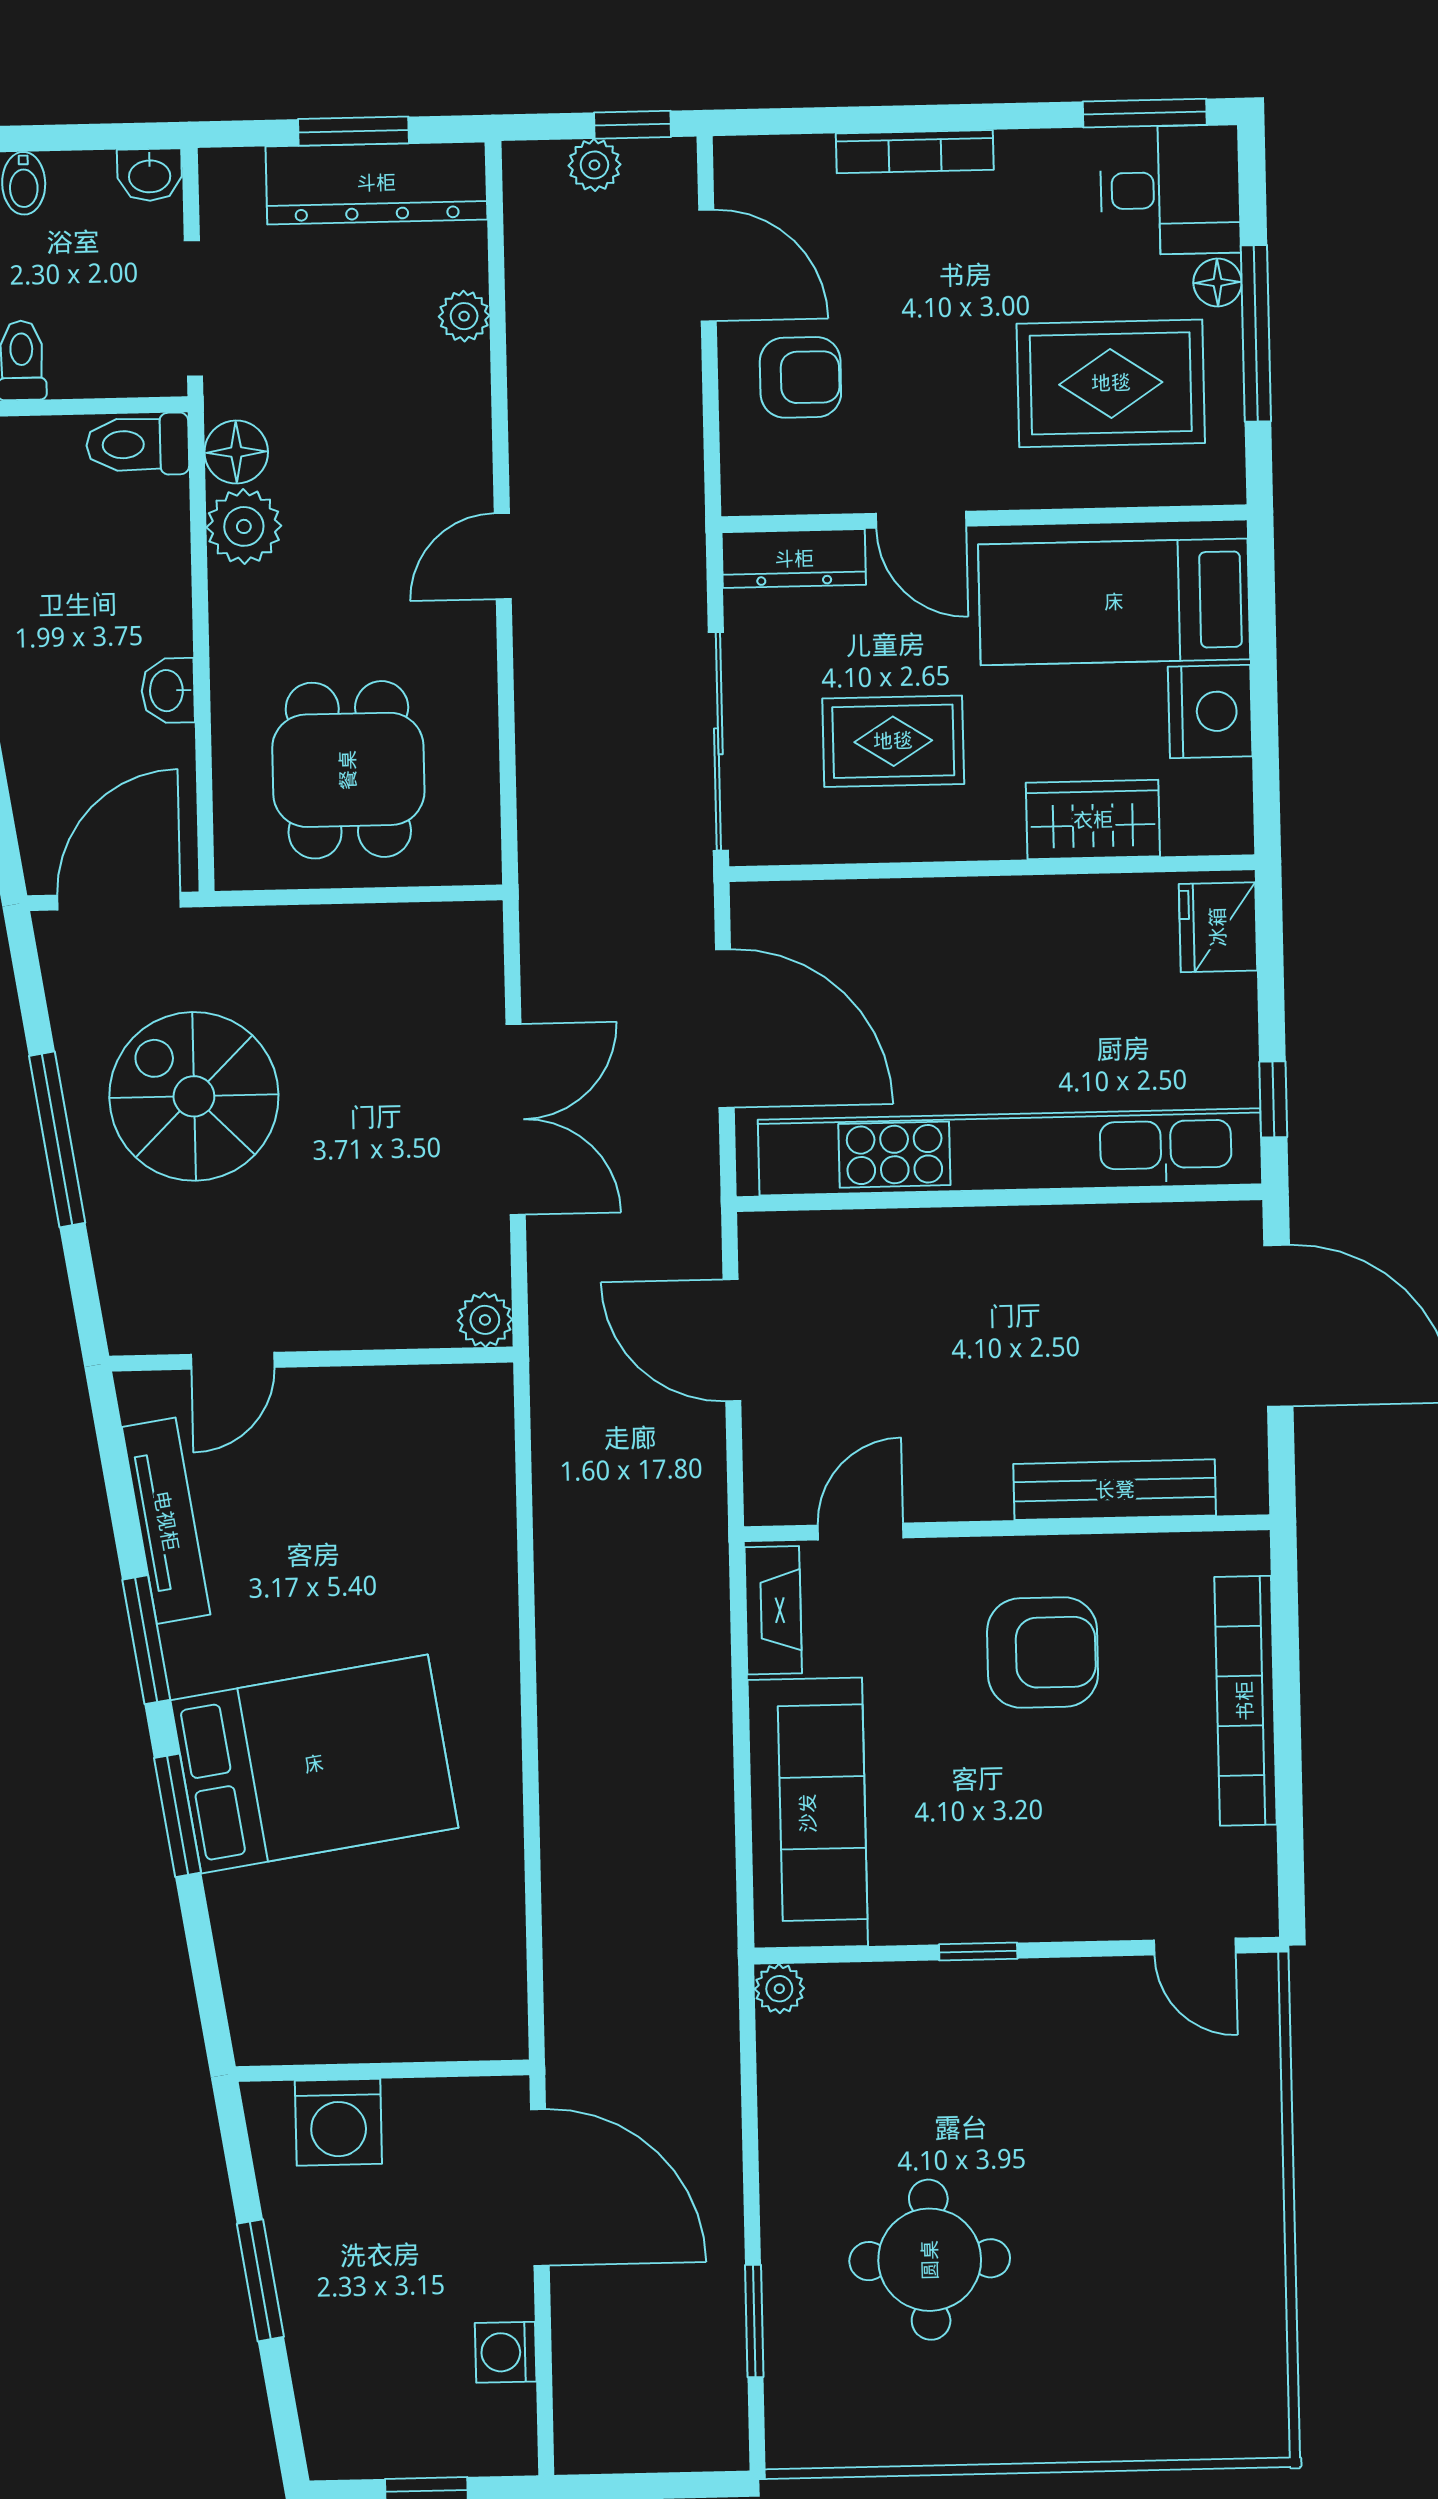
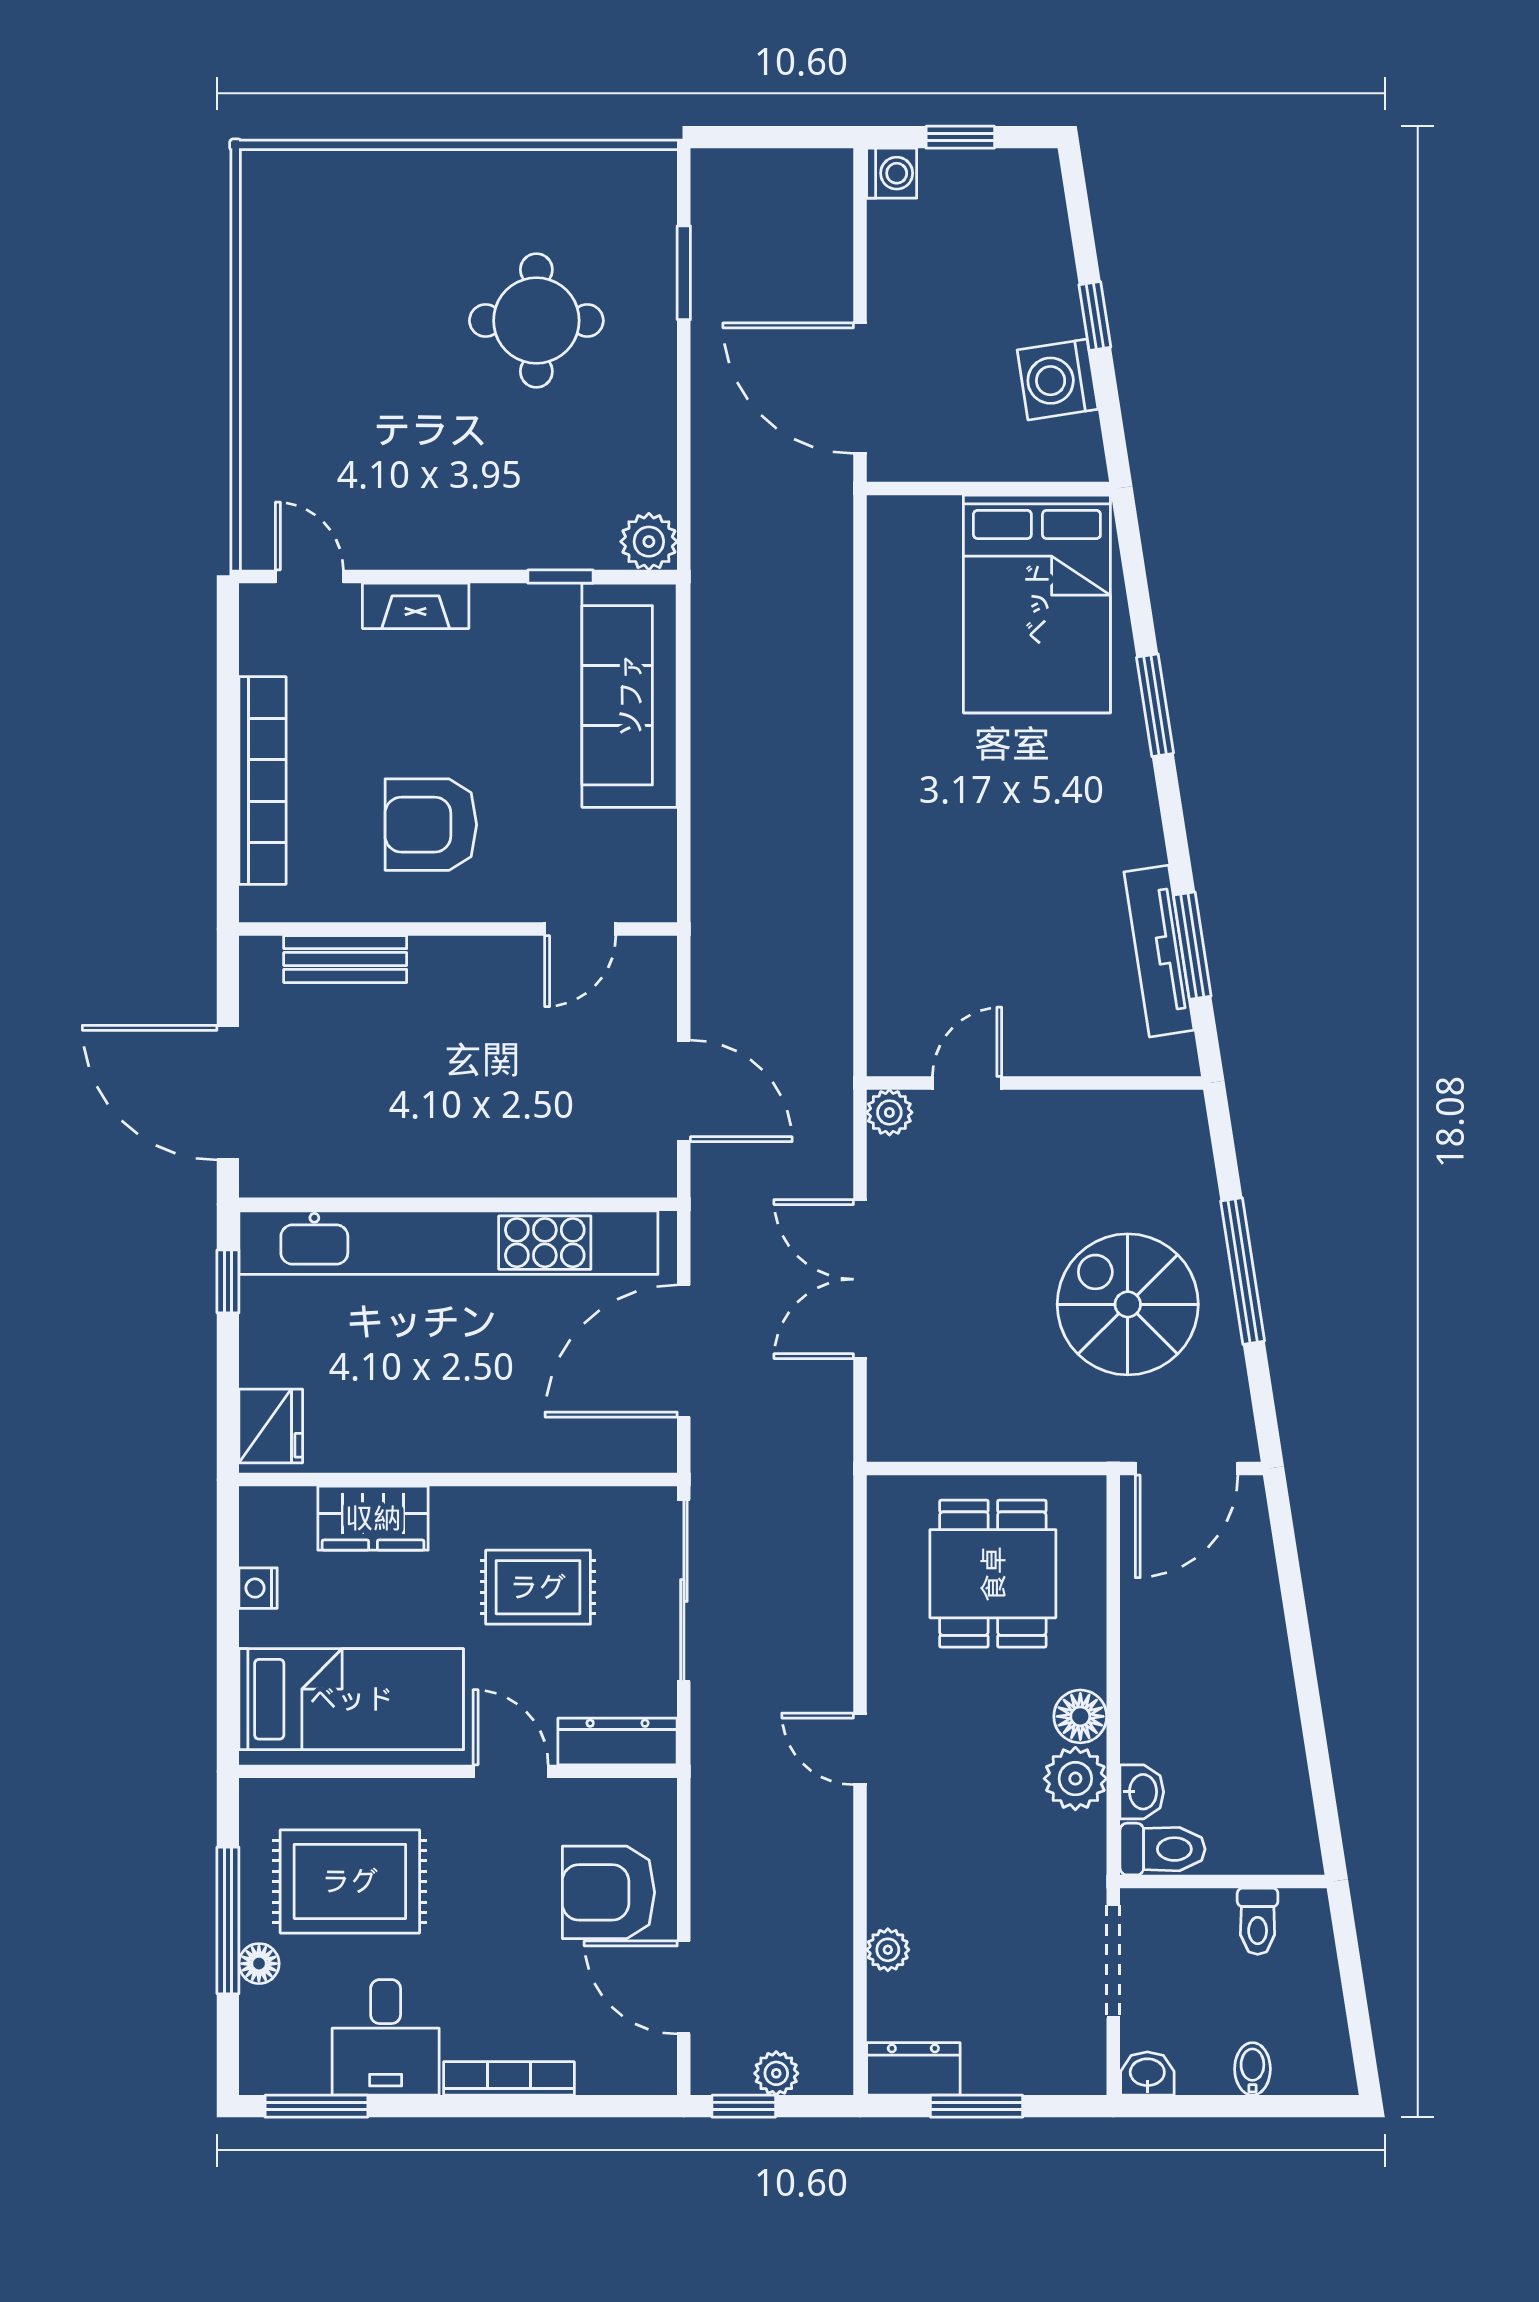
dresser: (376, 183) -> (913, 2069), width x0.51, depth x0.80
desk: (1170, 190) -> (386, 2037), moved, turned -90
armchair: (800, 377) -> (608, 1892), width x1.38, depth x1.38
floor lamp: (236, 452) -> (1080, 1716), moved
door: (503, 556) -> (860, 1749), swing flipped
washbasin: (168, 691) -> (1142, 1792), moved
nightstand: (1210, 711) -> (258, 1588), width x0.53, depth x0.56
door: (725, 1028) -> (684, 1351), hinge flipped
spiral stairs: (194, 1096) -> (1128, 1304), turned 180
door: (233, 1361) -> (967, 1083), moved
bench: (1115, 1490) -> (345, 959), width x0.73
fireplace: (773, 1610) -> (416, 606), moved, turned -90
window: (146, 1640) -> (1192, 946), moved
bed: (314, 1764) -> (1037, 604), moved, turned -81
window: (978, 1952) -> (560, 577), moved
plant: (779, 1989) -> (649, 542), width x1.38, depth x1.38
washing machine: (338, 2122) -> (1058, 380), moved, turned -99
window: (260, 2280) -> (1095, 316), width x0.67
washing machine: (506, 2352) -> (892, 173), moved

